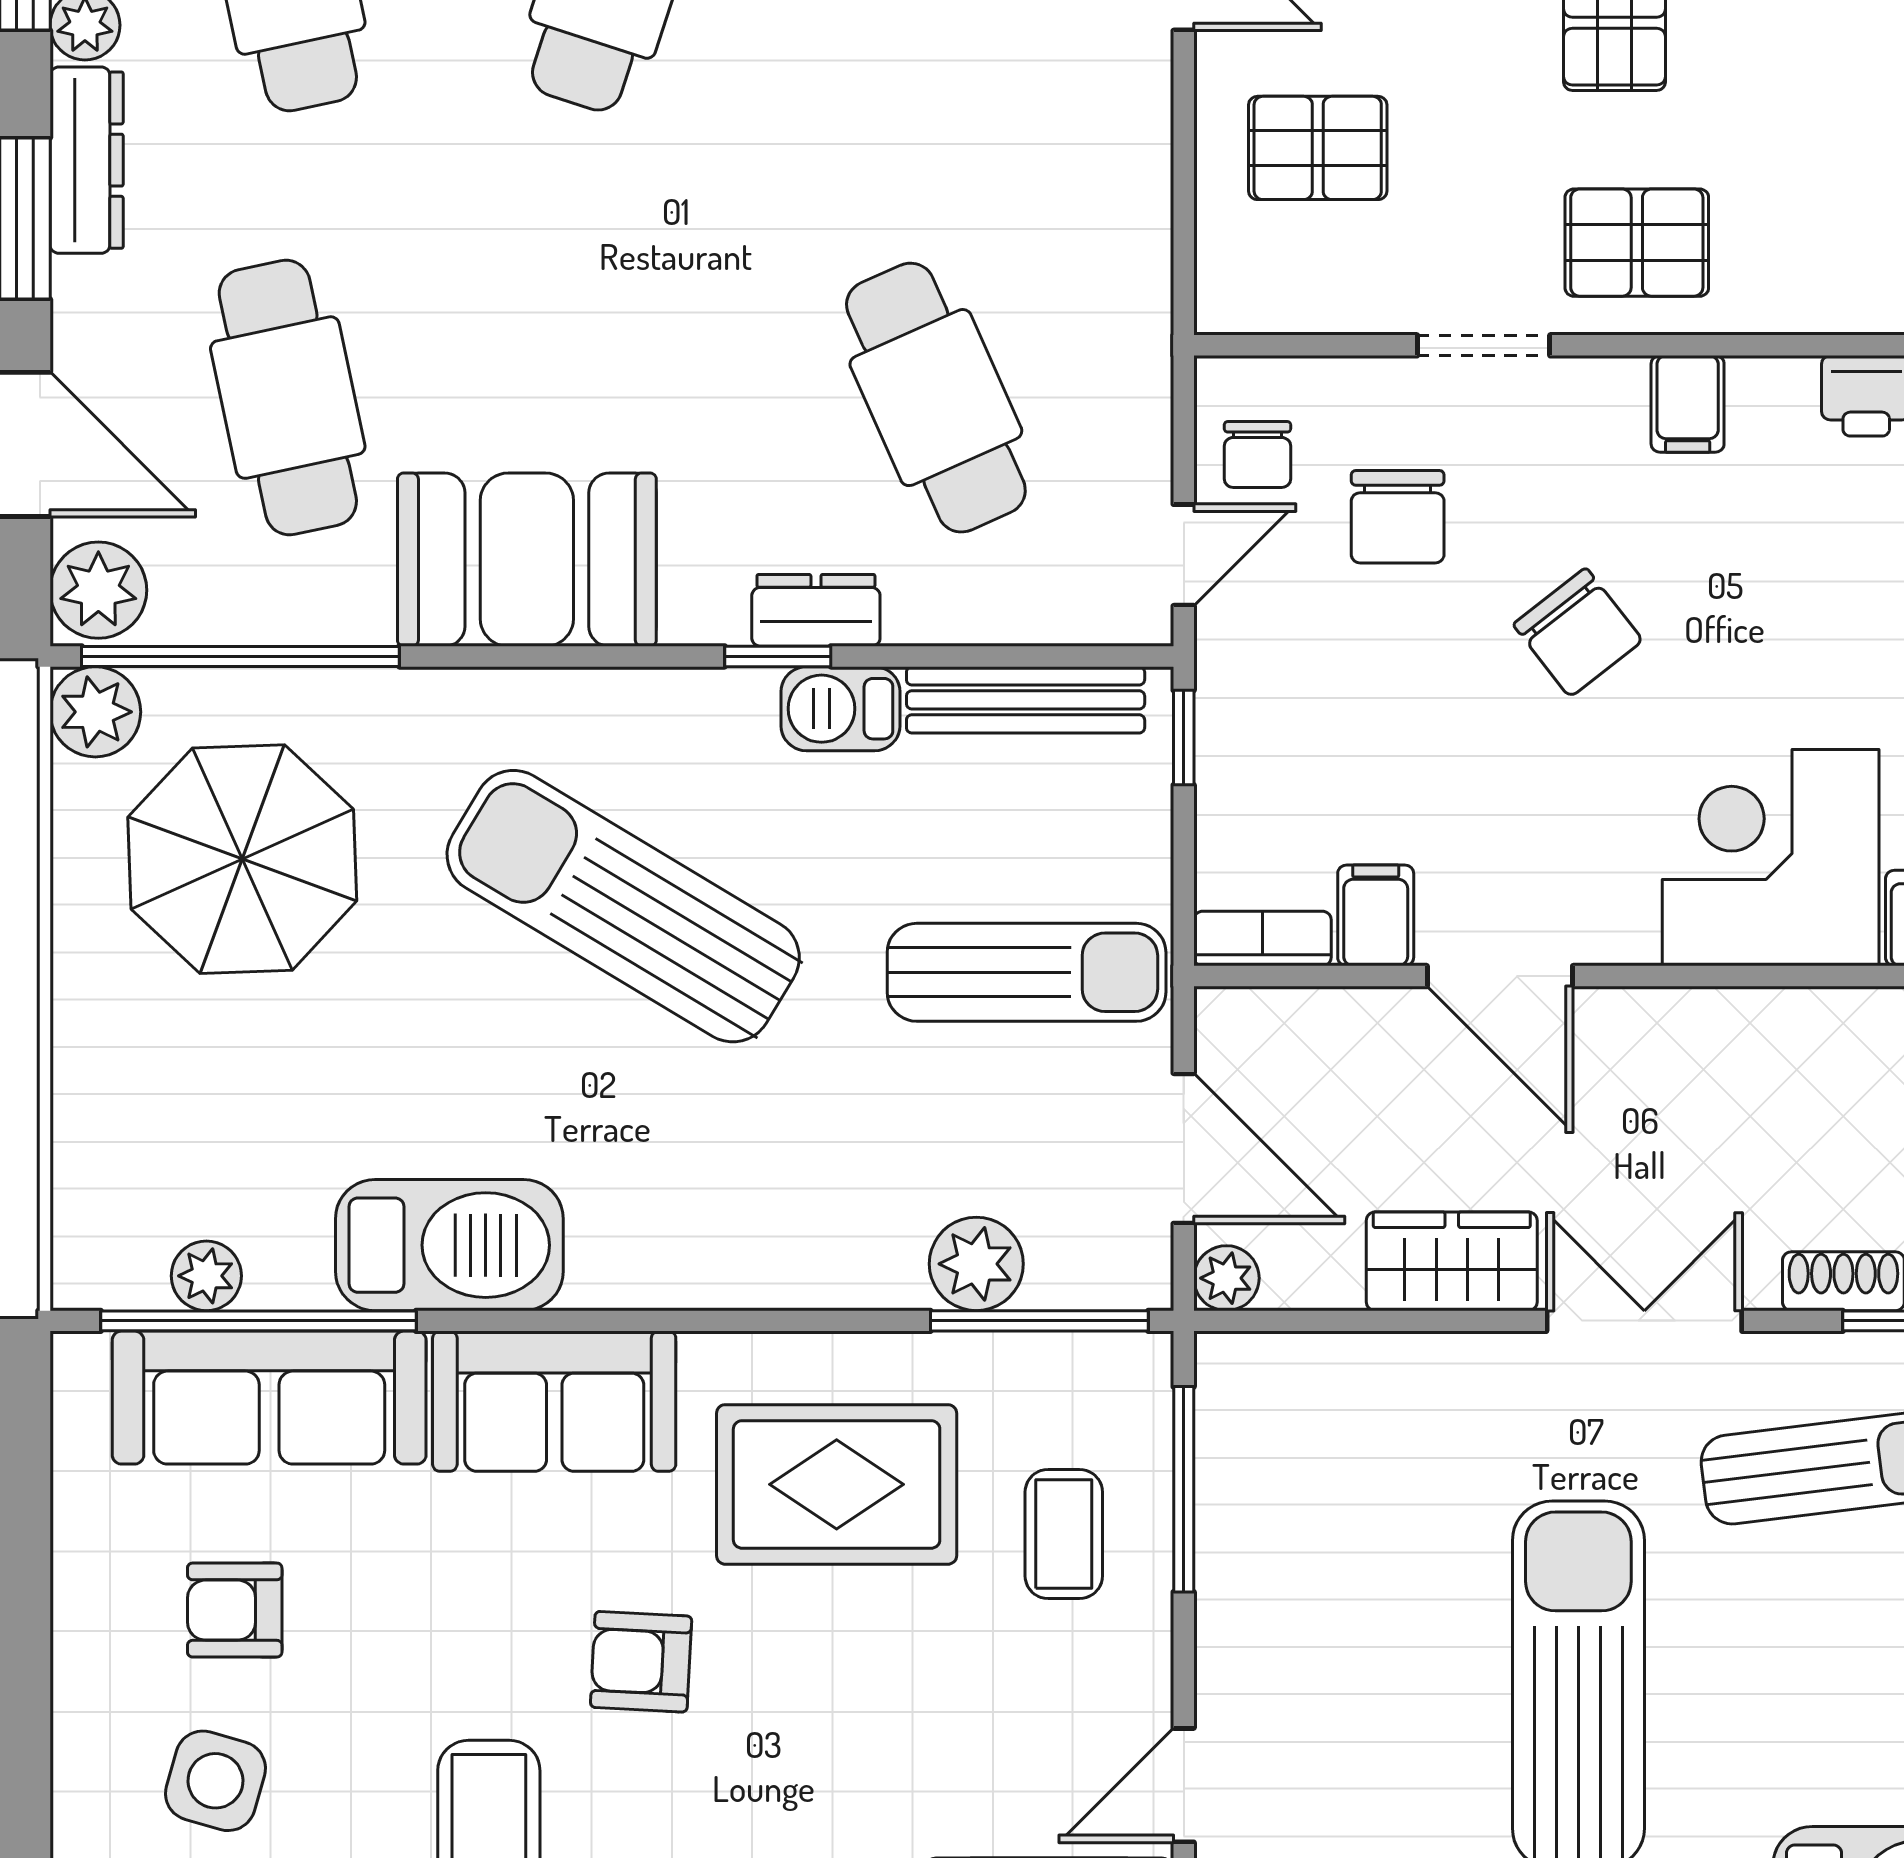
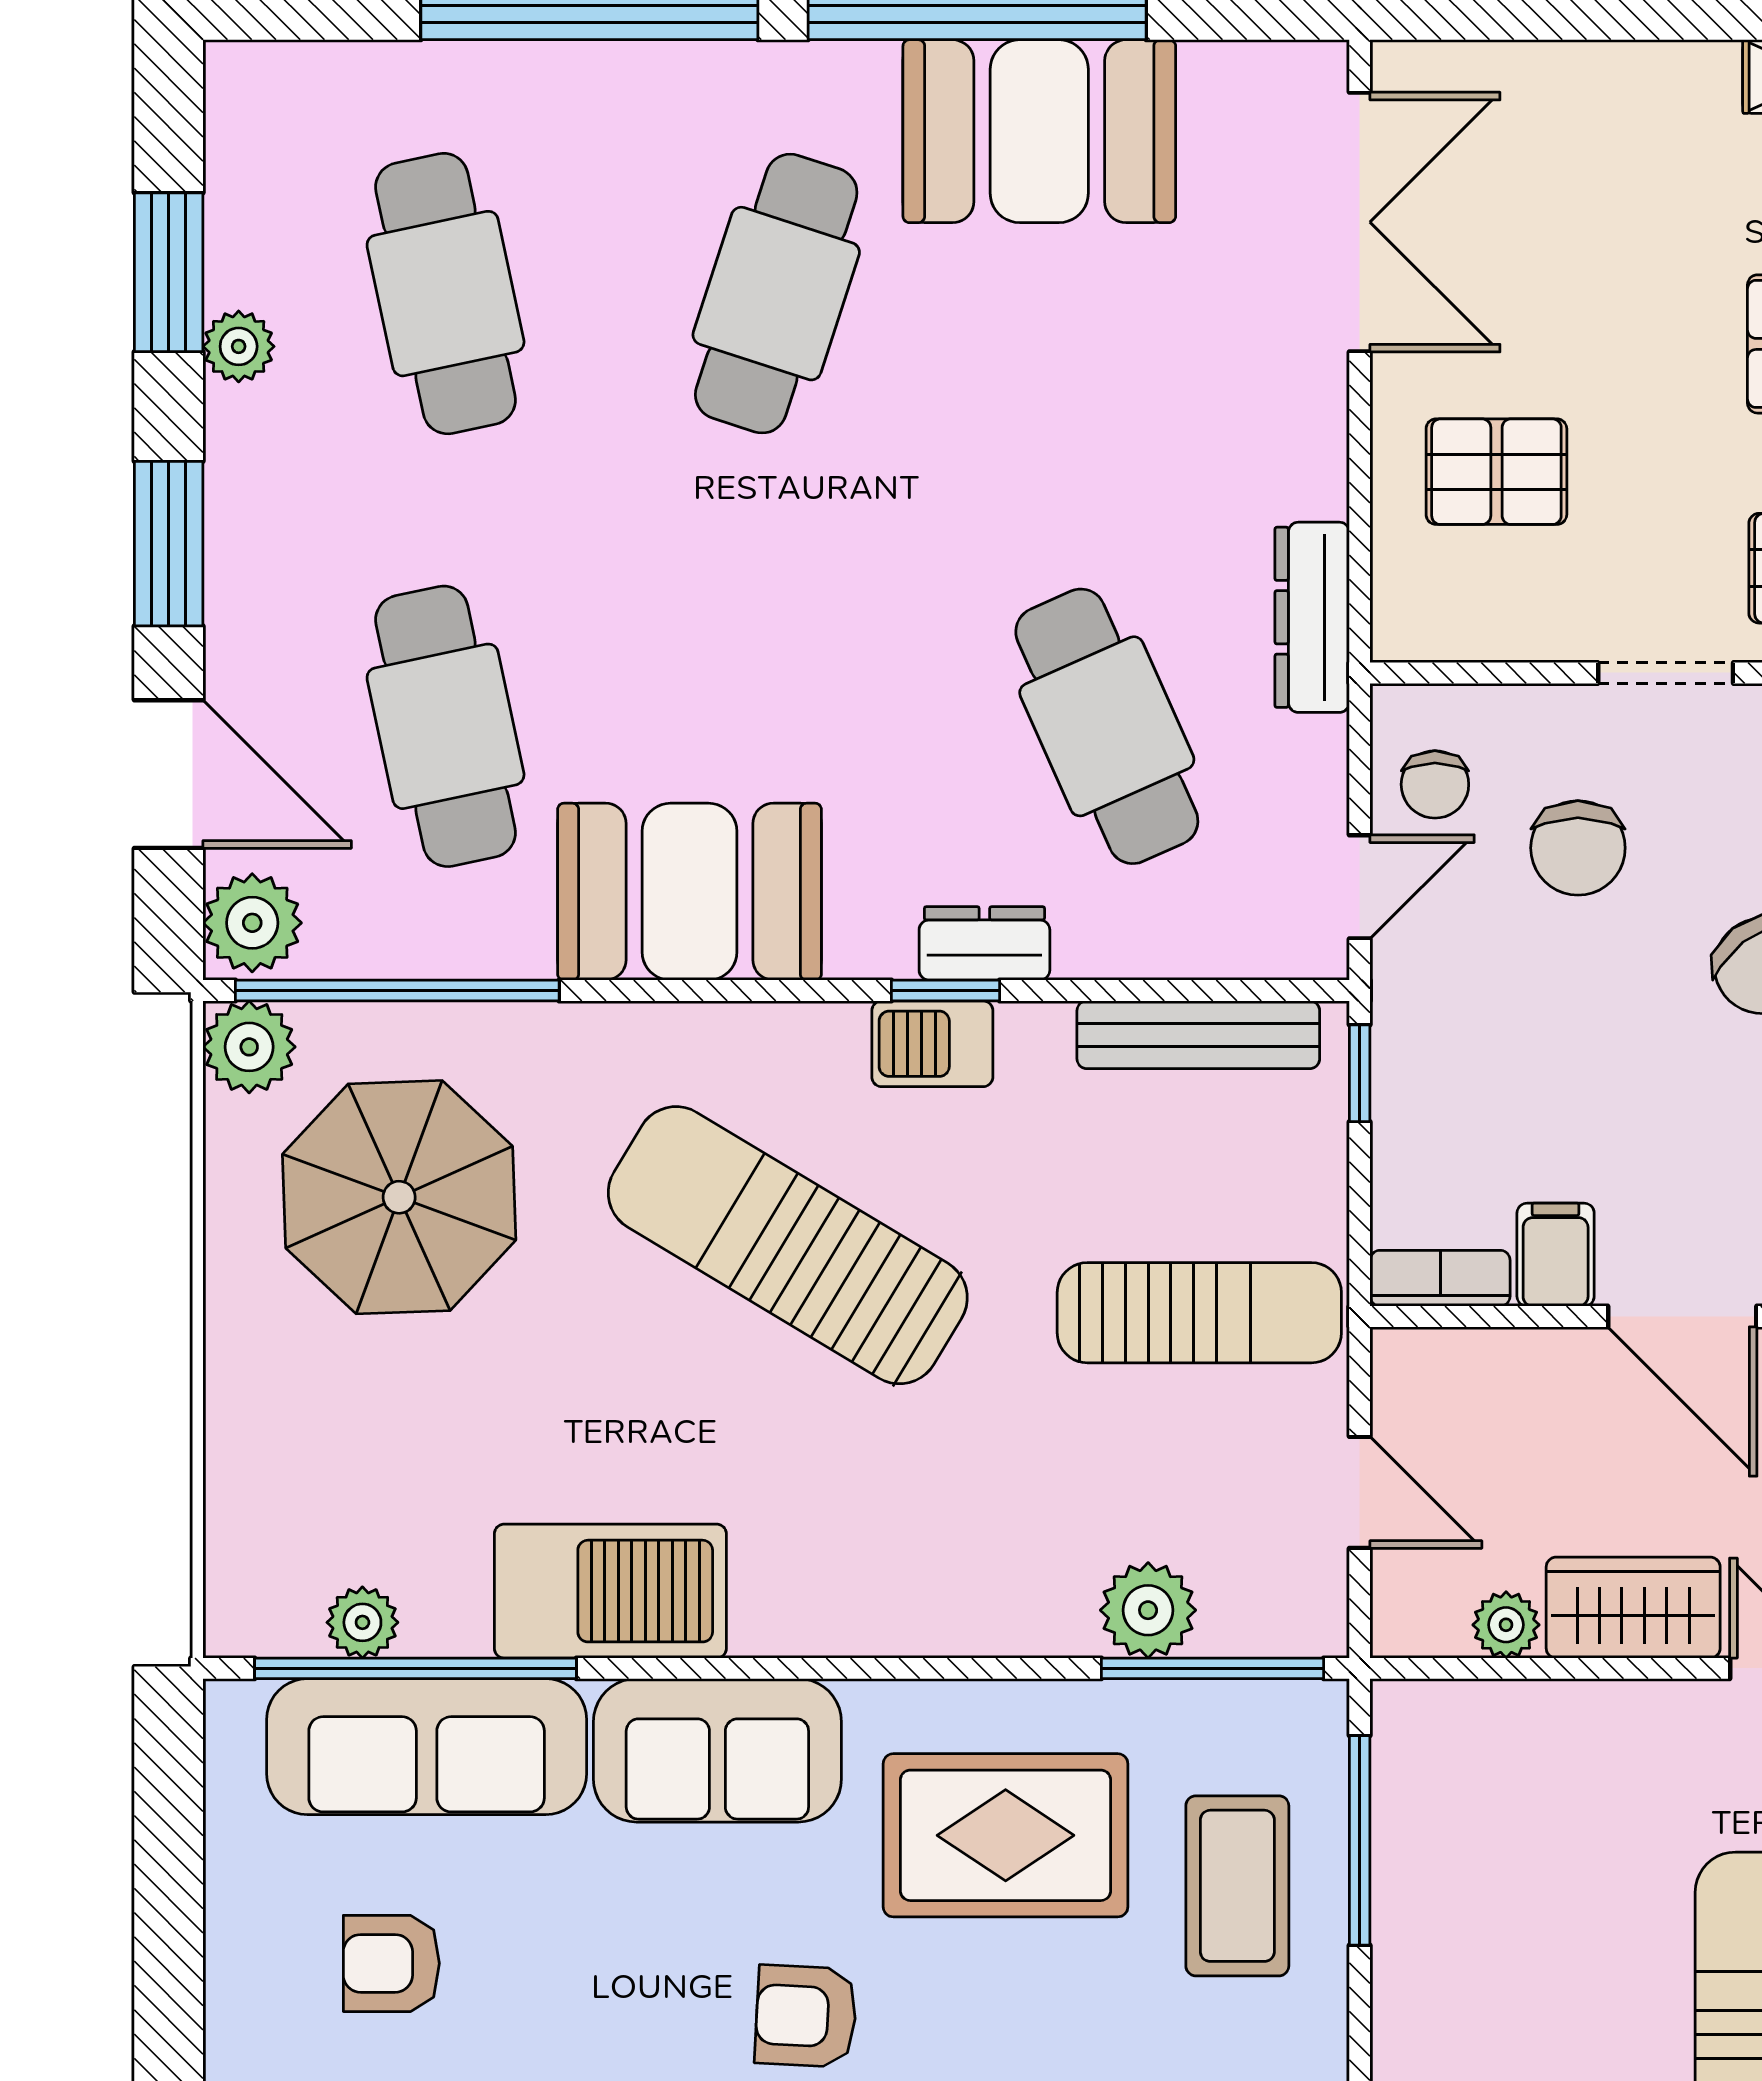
dresser: (87, 160) -> (1312, 617), moved, turned 180
barbecue: (840, 709) -> (932, 1044), moved
door: (1184, 1148) -> (1360, 1492), width x0.73
plant: (1226, 1278) -> (1506, 1625), moved
coffee table: (1064, 1534) -> (1237, 1886), width x1.36, depth x1.30

